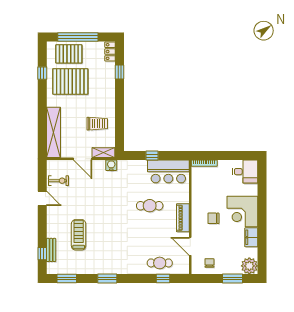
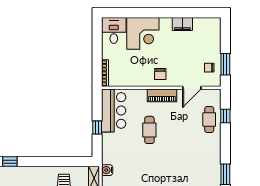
corner desk: (242, 211) -> (143, 33), moved
chair: (213, 218) -> (160, 74), moved
plant: (249, 266) -> (212, 26), removed
window: (233, 279) -> (225, 64), moved

